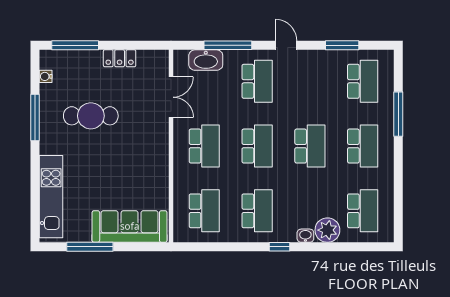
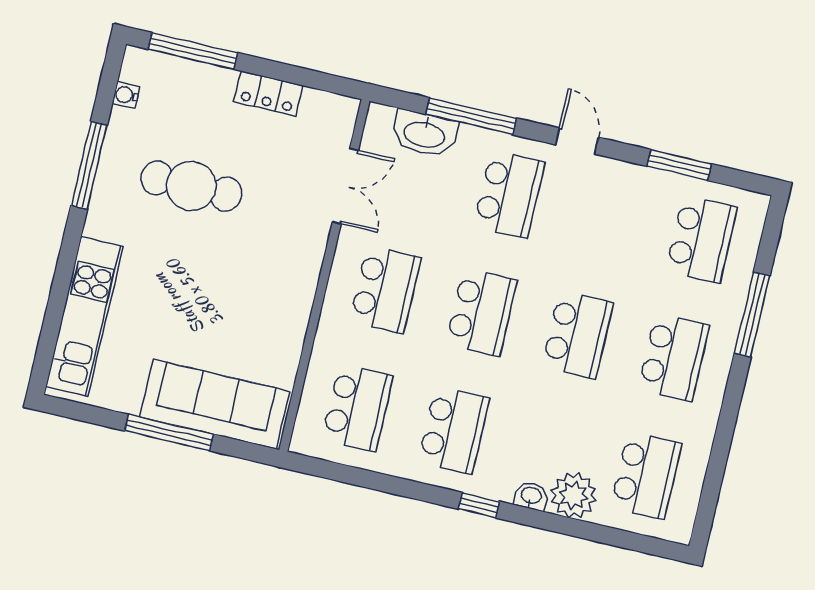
window: (90, 247) -> (169, 433), moved

